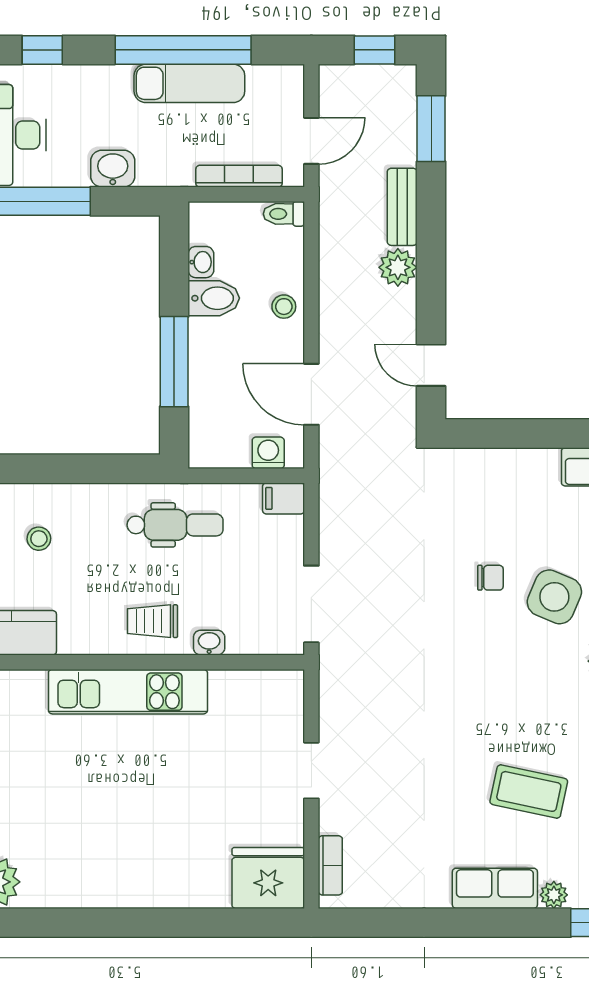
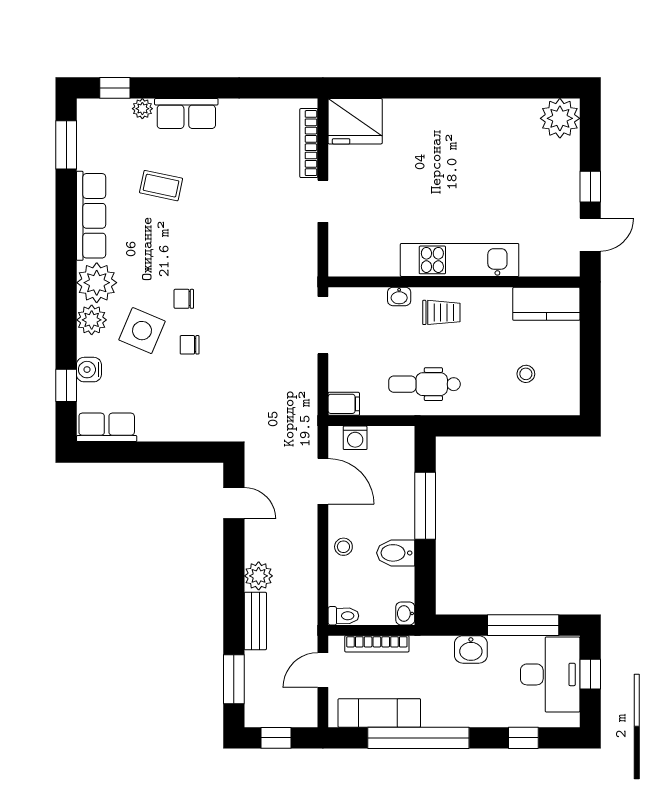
exam couch: (189, 83) -> (379, 713), moved
washbasin: (201, 262) -> (405, 613), moved
chair: (498, 639) -> (184, 299), added
coffee table: (529, 791) -> (161, 186), width x0.73, depth x0.77
bookcase: (330, 865) -> (309, 143), width x1.56

